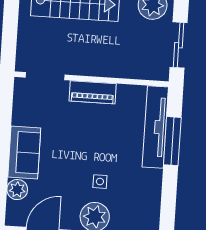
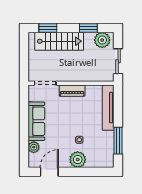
window: (172, 141) -> (118, 141), moved
sofa: (24, 152) -> (36, 121), width x1.36

